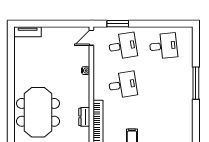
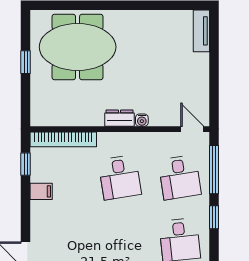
window: (118, 24) -> (214, 170), width x1.44
window: (149, 24) -> (214, 217), added
dresser: (84, 117) -> (120, 118), moved

